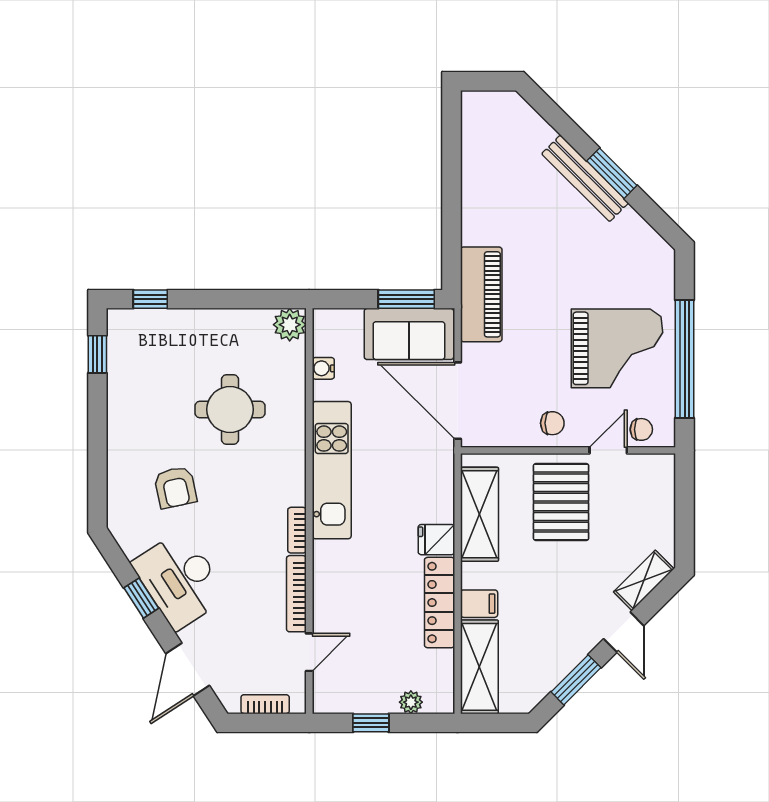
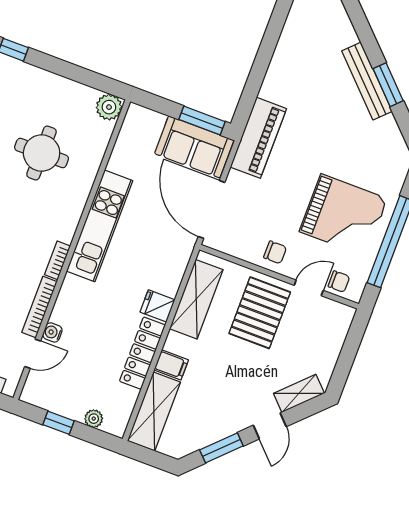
water cooler: (323, 368) -> (52, 332), moved

